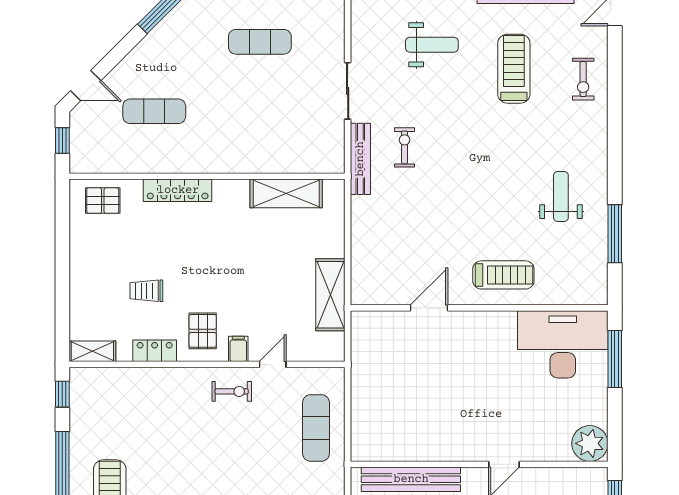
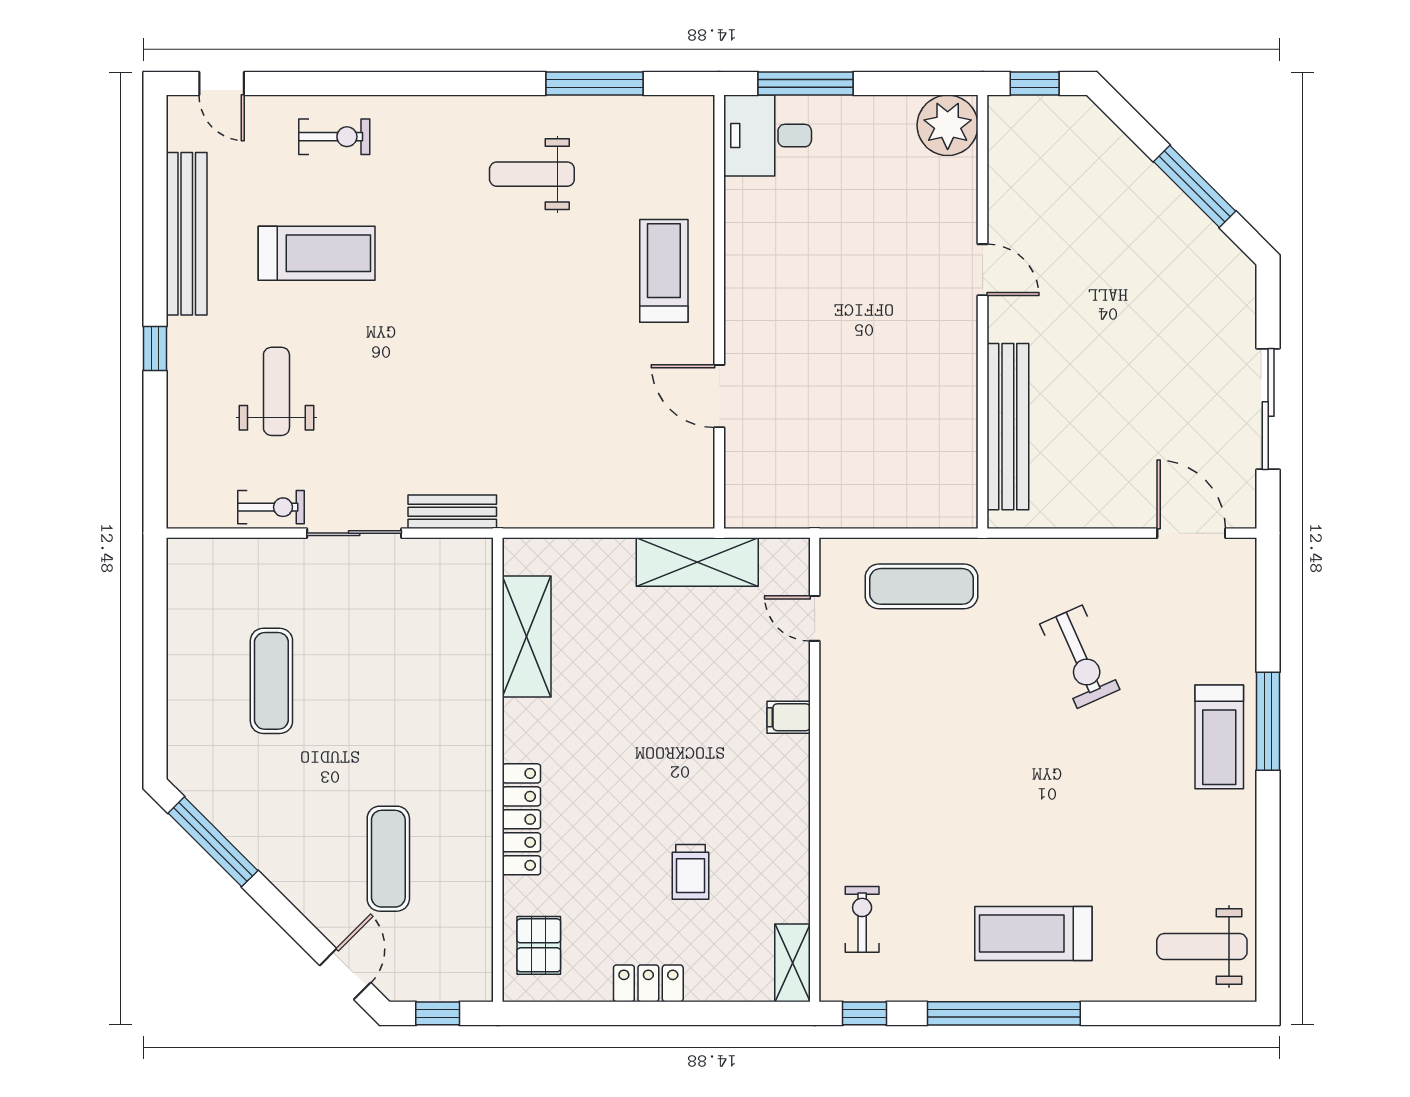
treadmill: (514, 69) -> (317, 253), turned 180
exercise bike: (405, 147) -> (271, 507), moved, turned 180
bench: (360, 159) -> (452, 512), width x0.73
pallet: (203, 331) -> (758, 777), removed
desk: (563, 344) -> (768, 136), width x0.53, depth x0.77
locker: (155, 351) -> (648, 983), moved, turned 90
door: (273, 364) -> (815, 618), moved
exercise bike: (232, 391) -> (862, 919), moved

